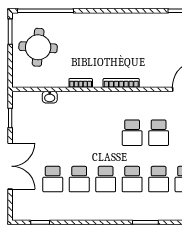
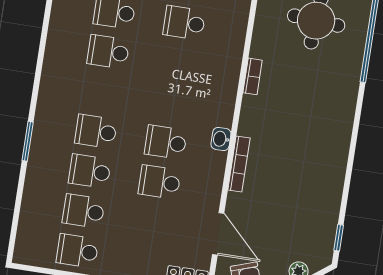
bookcase: (121, 83) -> (239, 164), moved
washbasin: (50, 97) -> (221, 139), moved
school desk: (106, 179) -> (184, 23), moved

